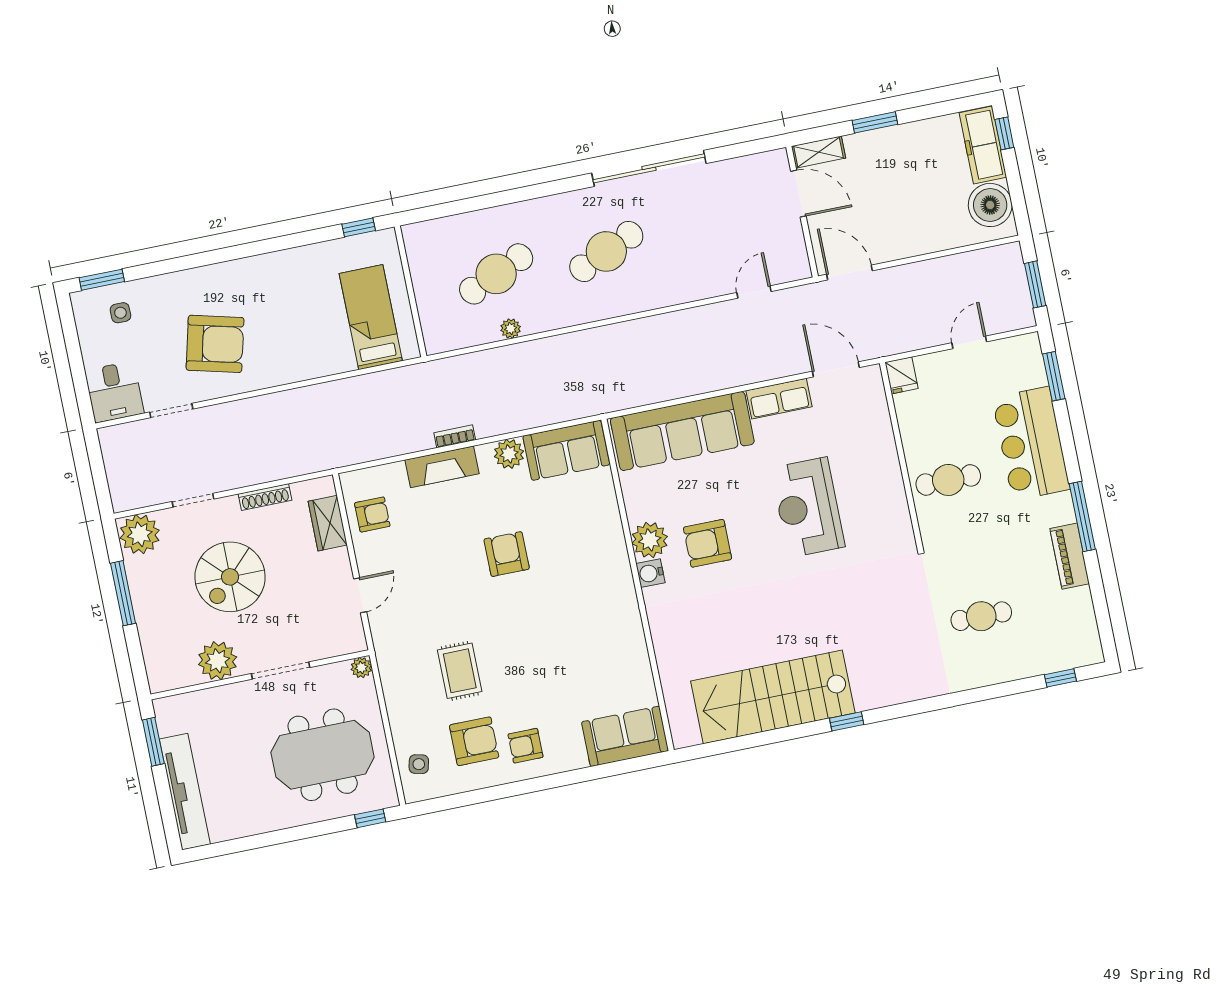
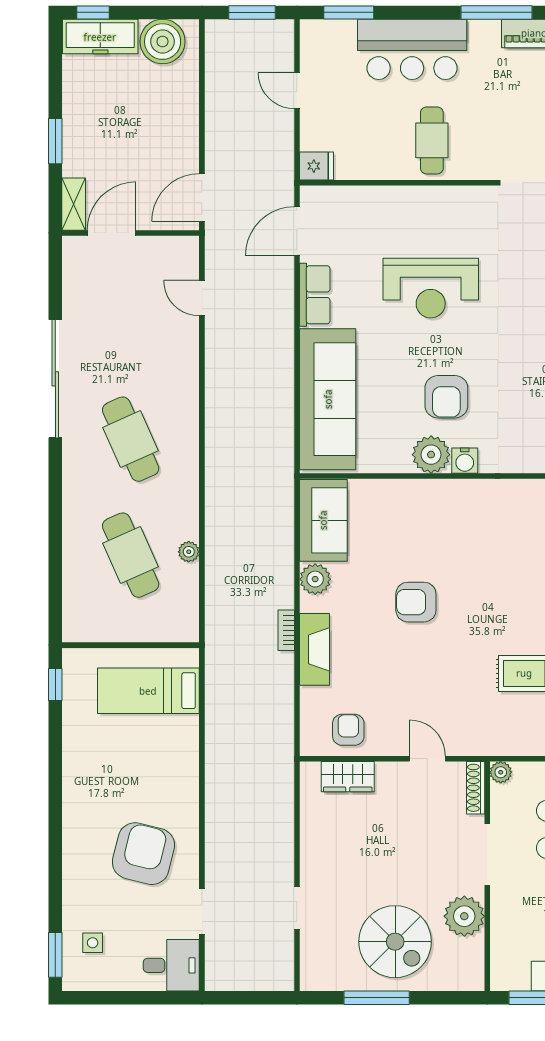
shoe rack: (265, 497) -> (476, 788), moved, turned 180
plant: (140, 534) -> (320, 969), removed
spiral stairs: (230, 577) -> (395, 942), moved

